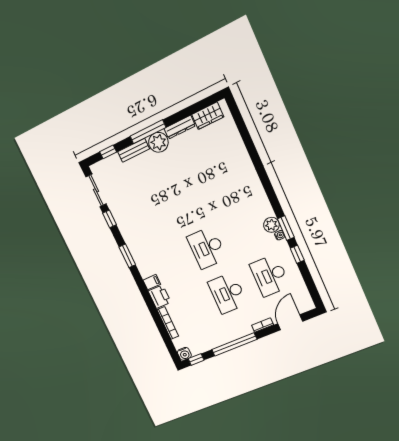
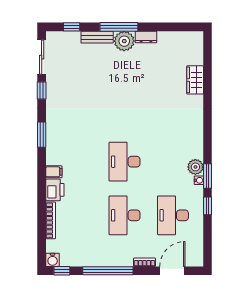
wardrobe: (208, 116) -> (195, 80), moved, turned 90
dresser: (180, 127) -> (146, 37), width x0.70

